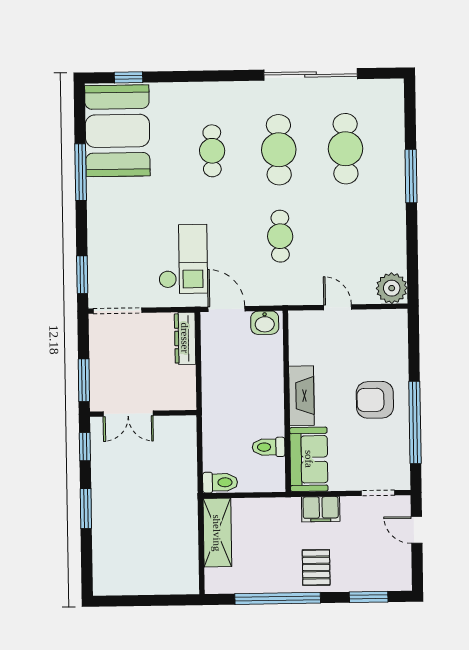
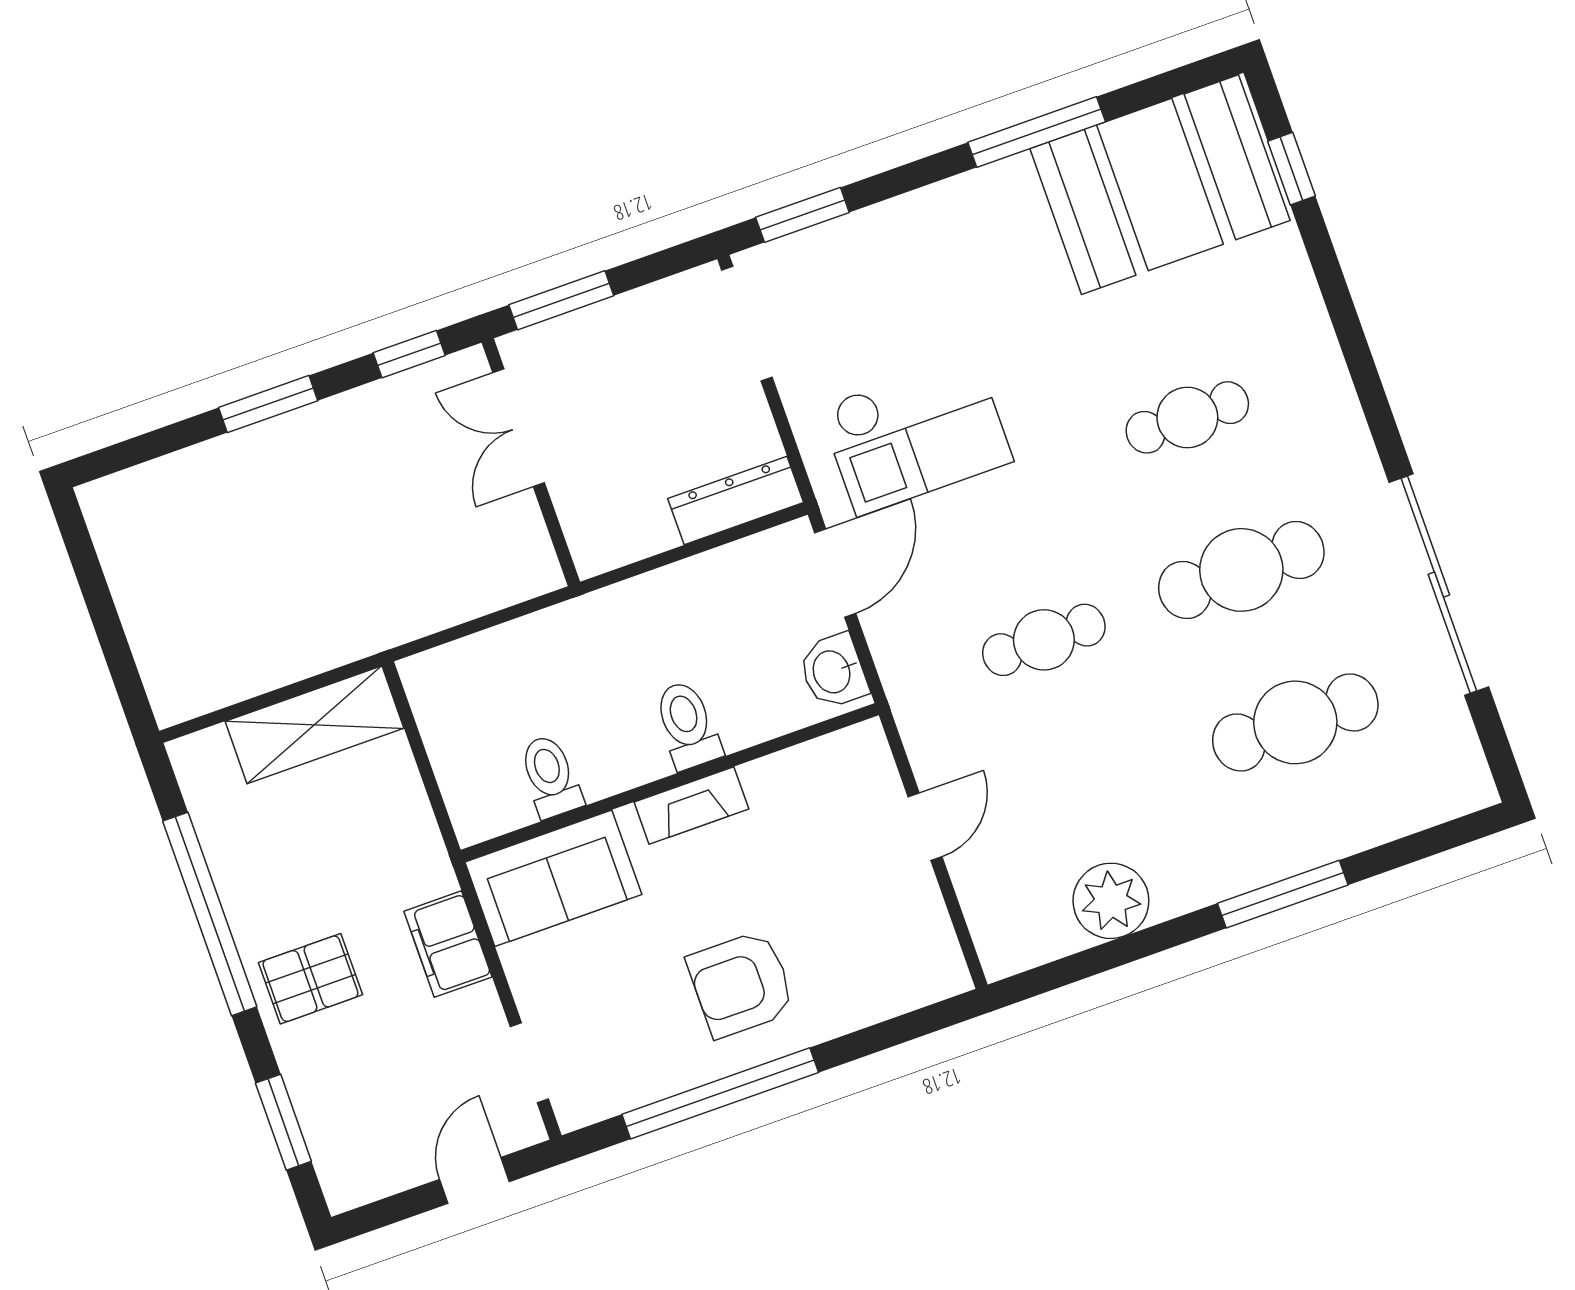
plant: (392, 288) -> (1111, 901), moved
fireplace: (301, 396) -> (691, 805), width x0.73, depth x0.76
armchair: (375, 400) -> (741, 984), turned -90
toilet: (220, 482) -> (687, 725), moved, turned 180

